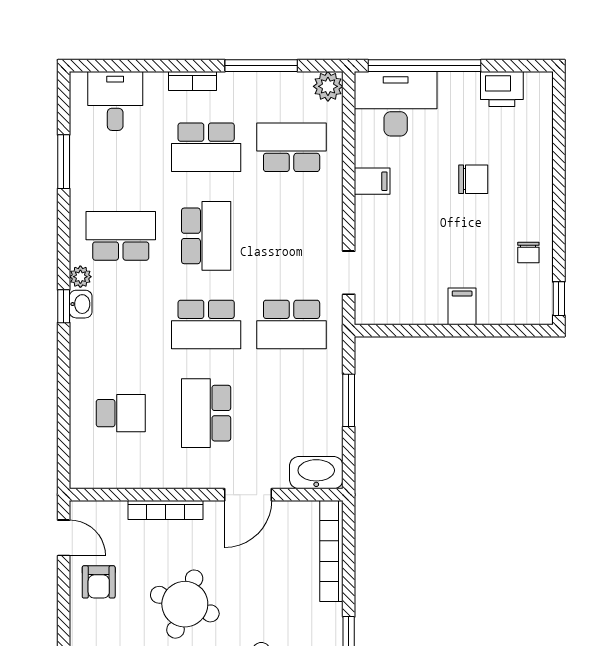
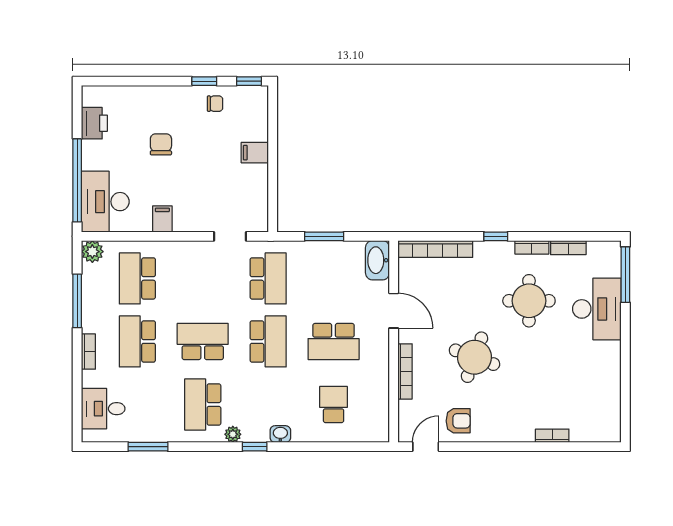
school desk: (206, 147) -> (137, 341), turned 180
window: (559, 238) -> (204, 81), added
washbasin: (81, 304) -> (280, 434), moved

